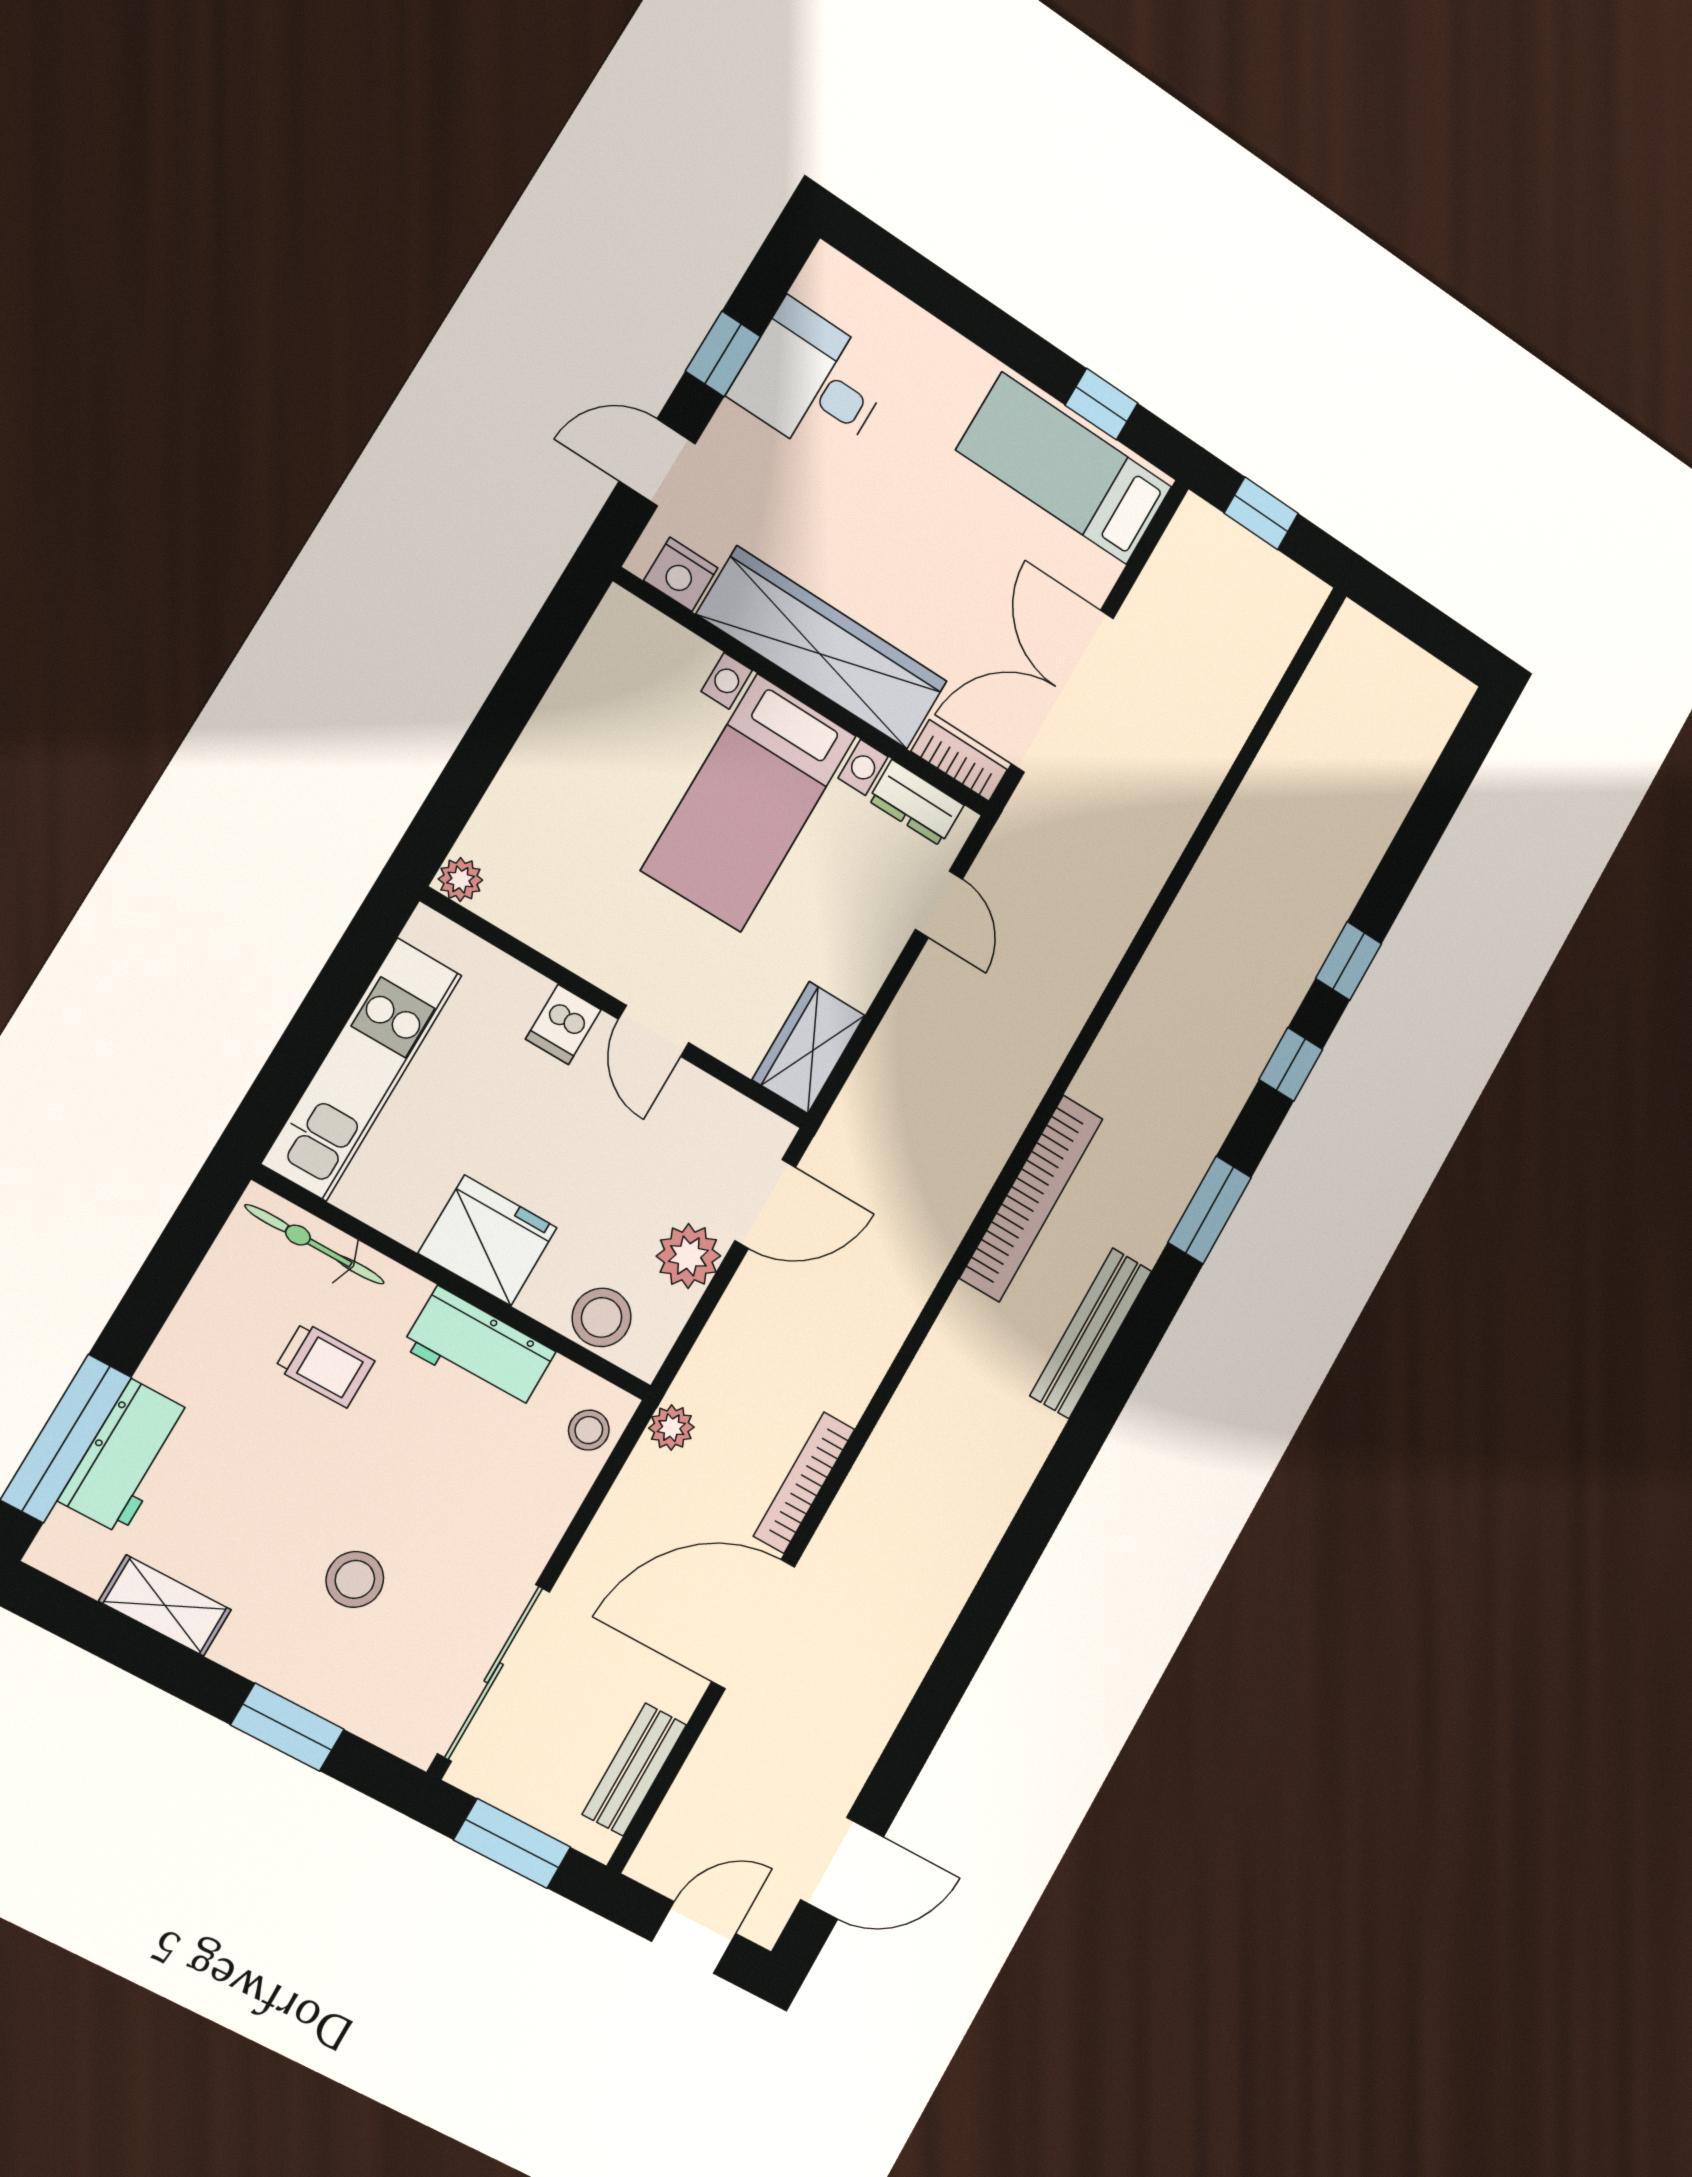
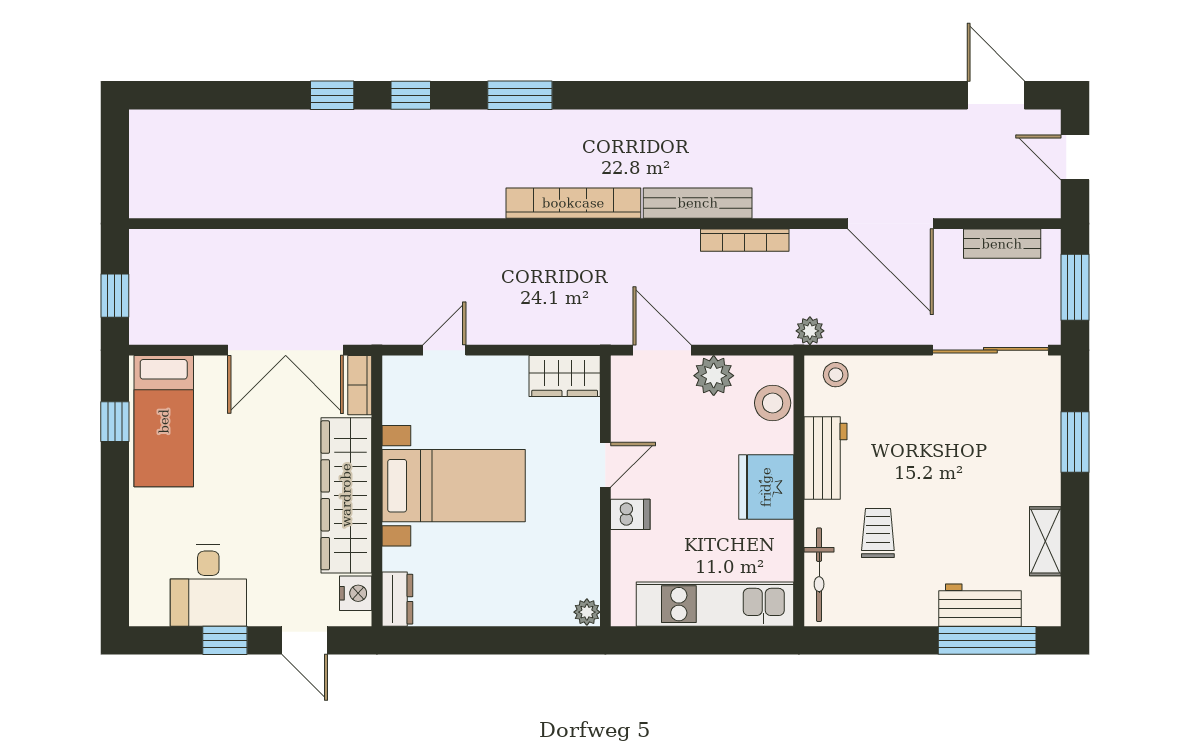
dresser: (916, 803) -> (397, 599), moved
bench: (1091, 1333) -> (698, 203), moved
bookcase: (804, 1483) -> (745, 240), moved
stool: (355, 1579) -> (980, 452), removed

